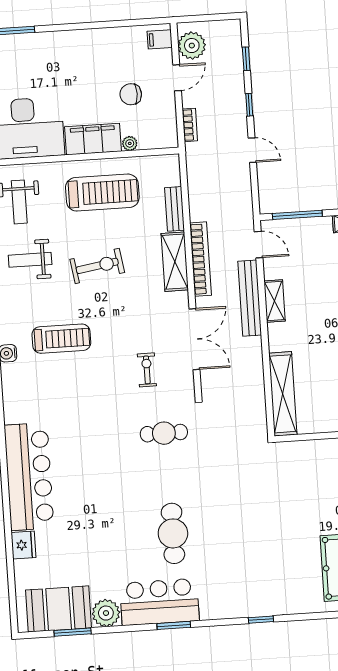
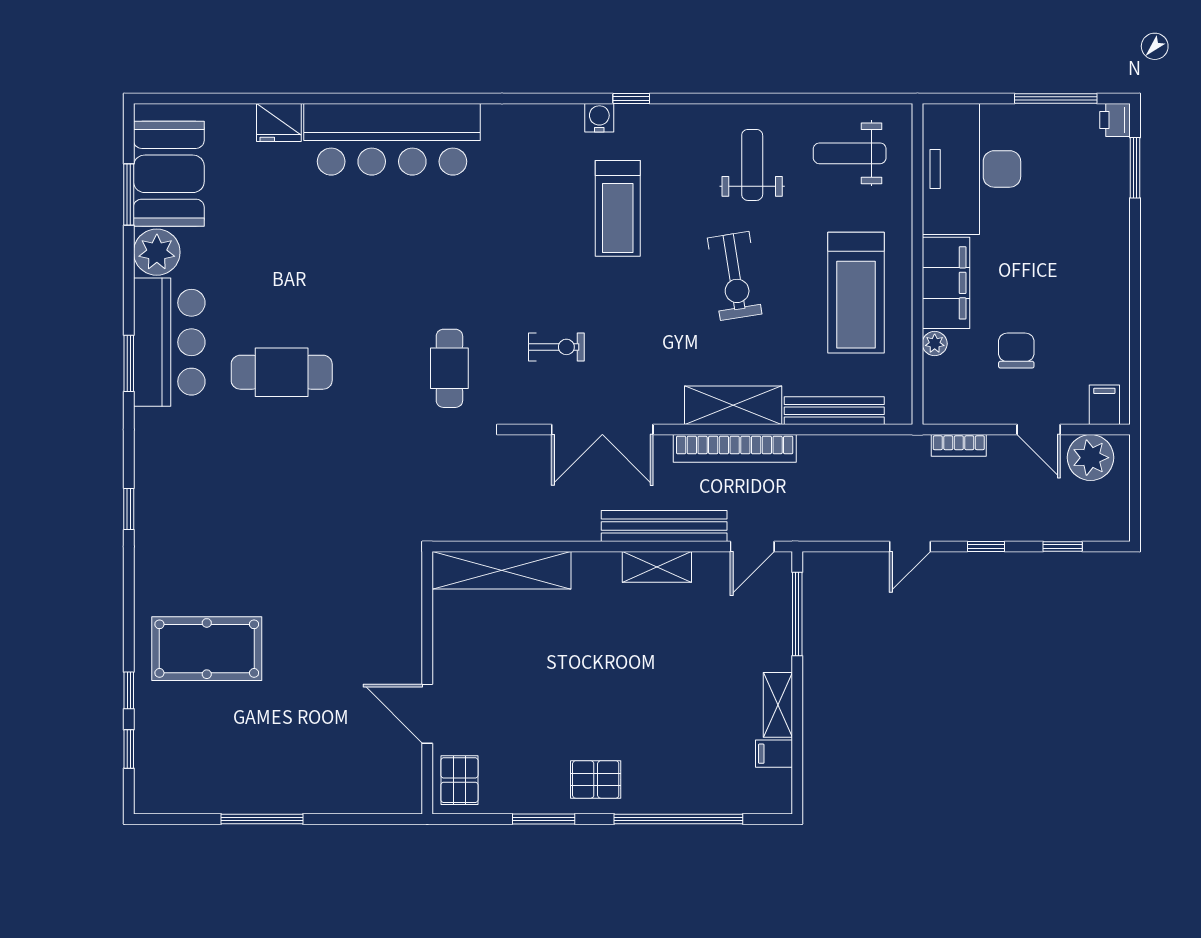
bench: (175, 209) -> (834, 411), width x1.36

